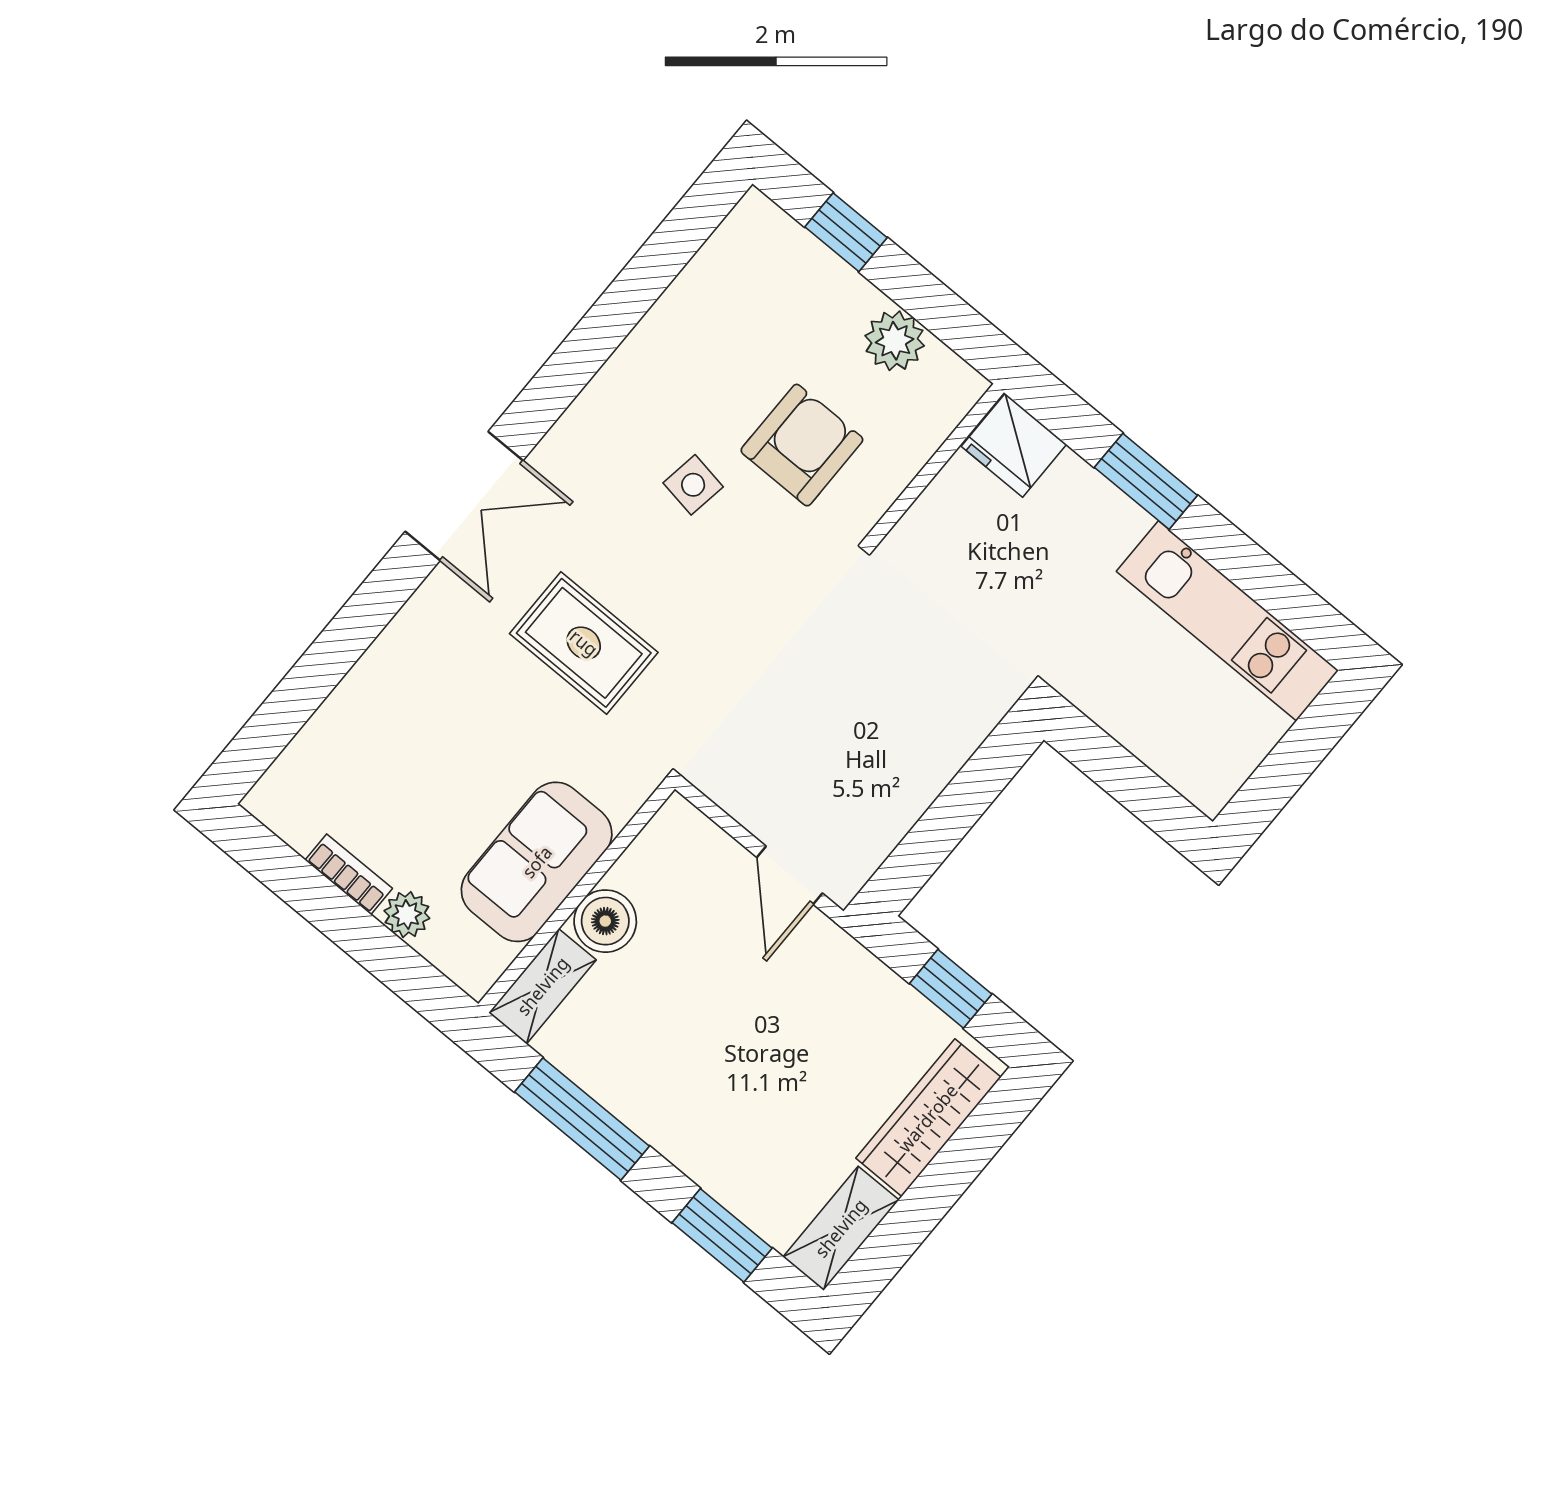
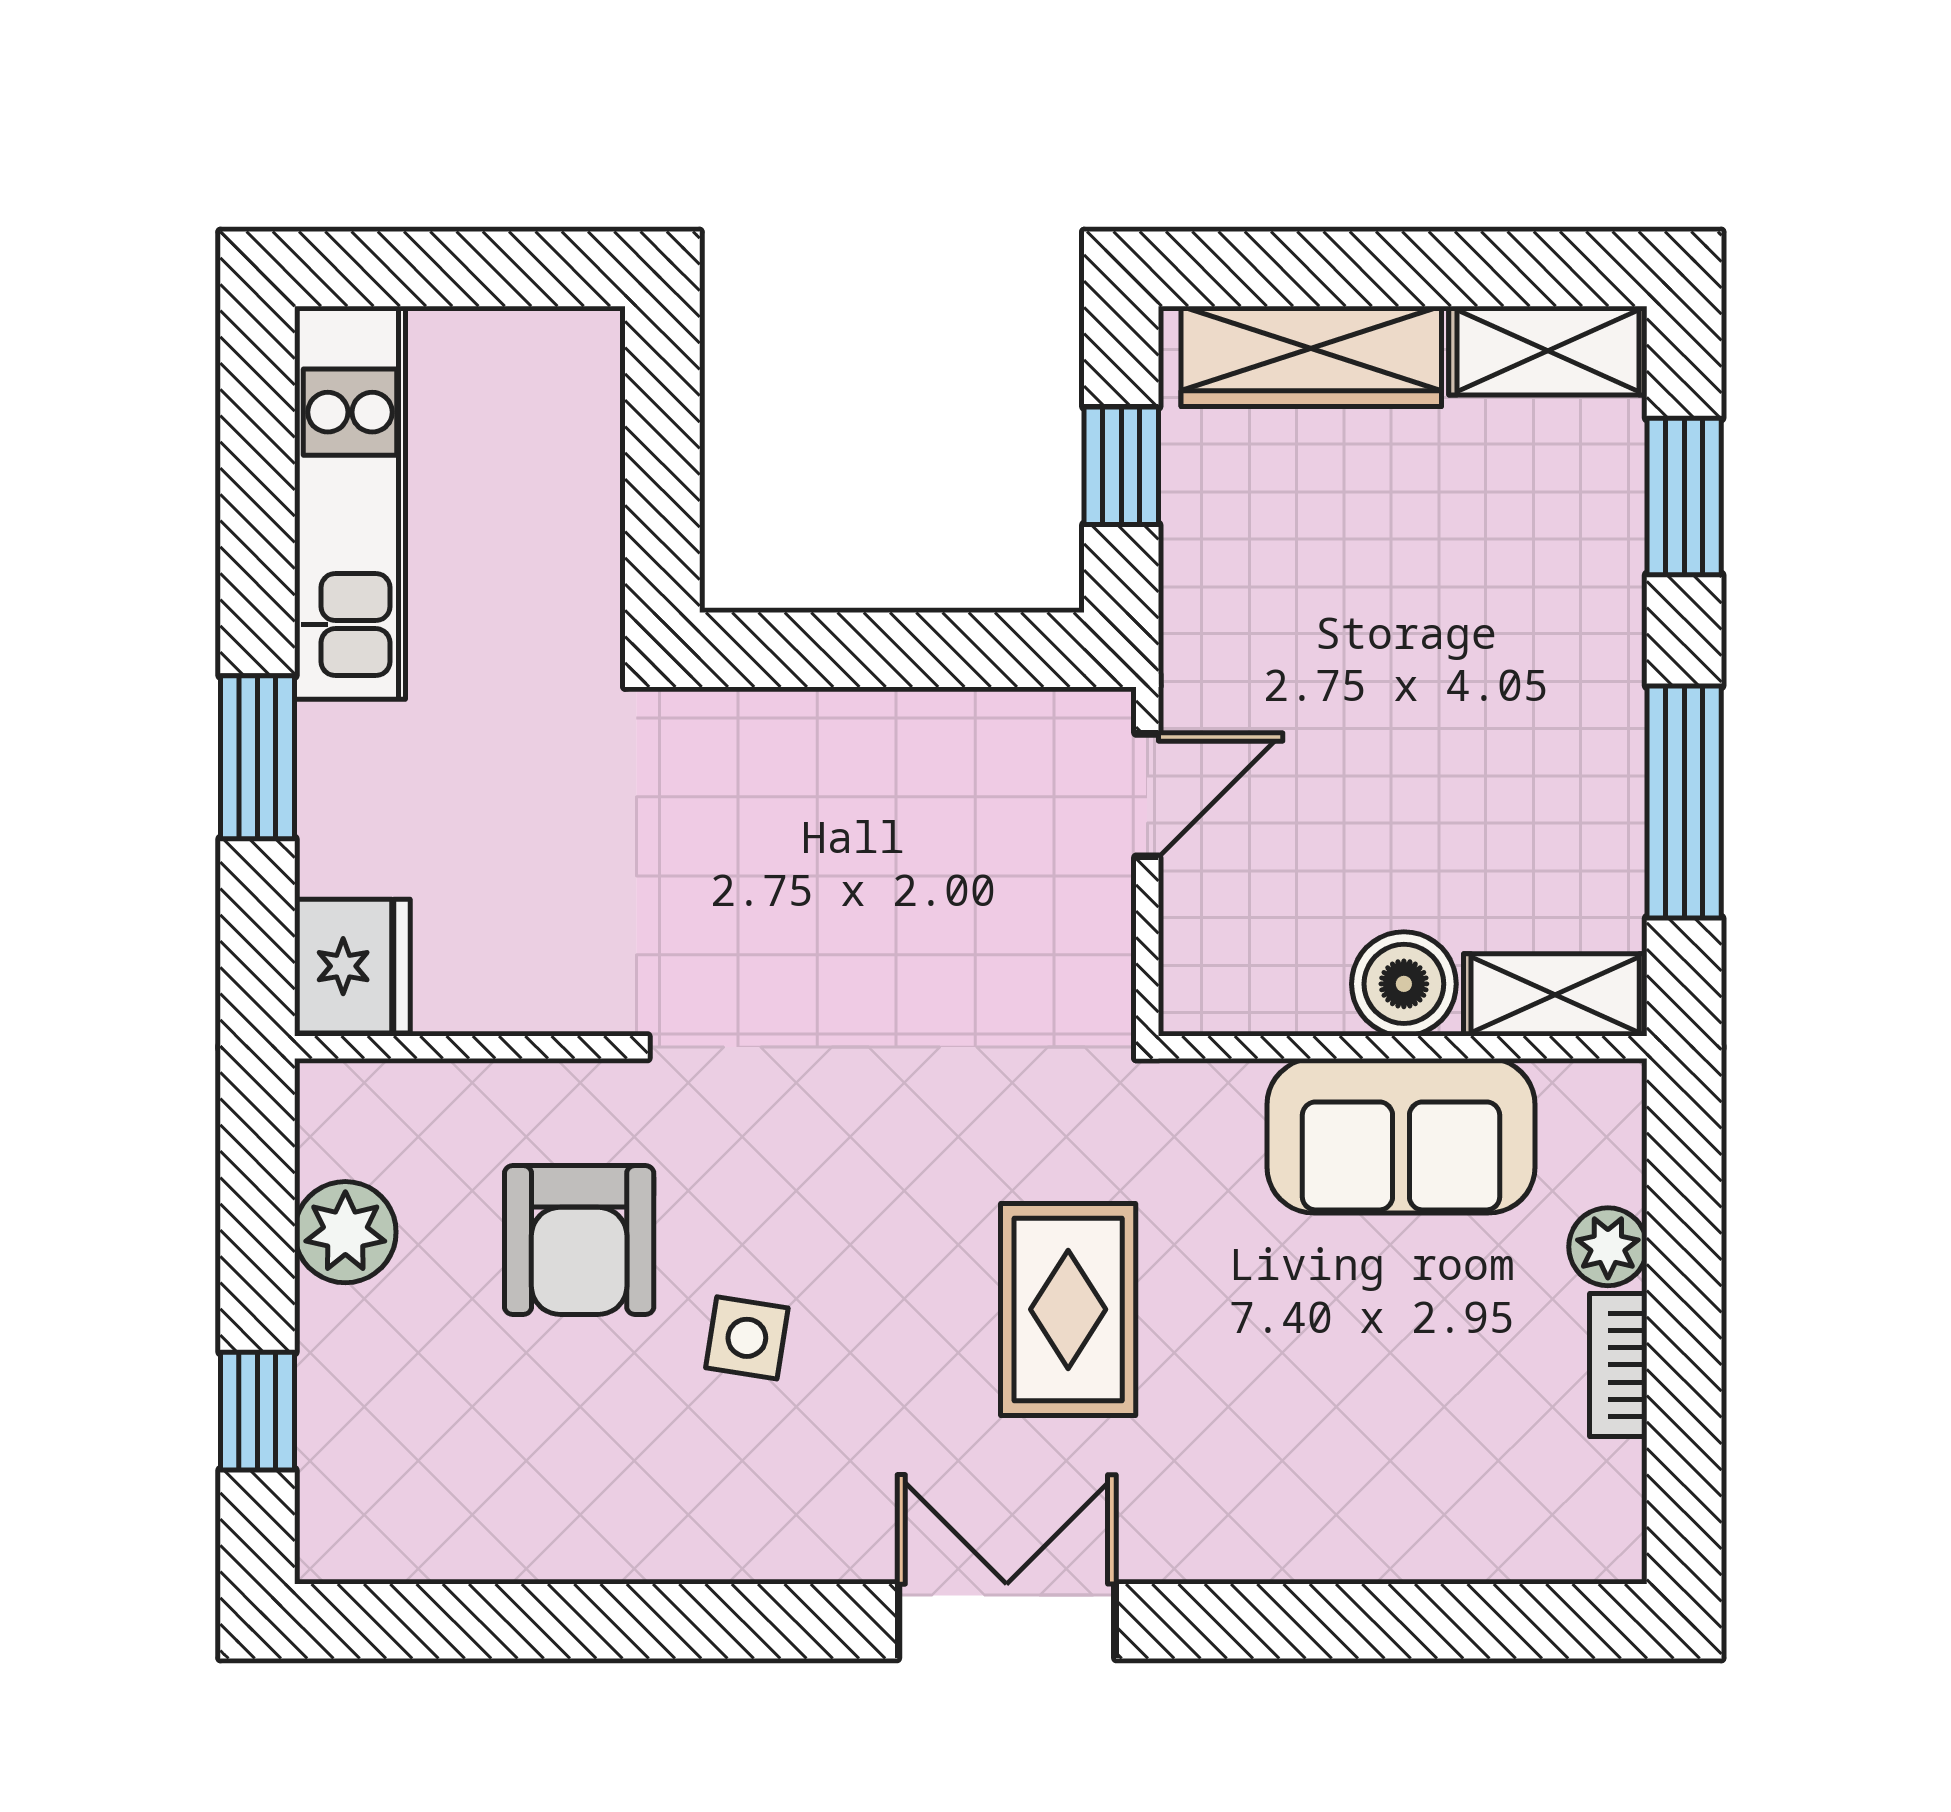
armchair: (802, 445) -> (579, 1240), turned -90

